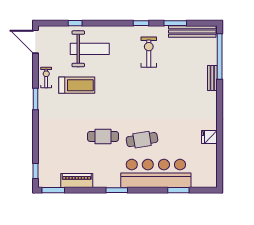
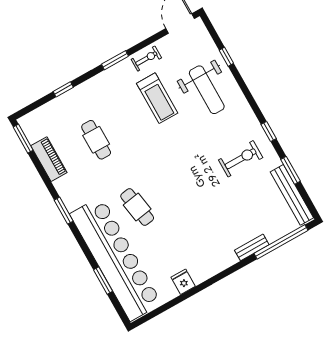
cafe table: (103, 136) -> (96, 140), moved
window: (35, 171) -> (63, 89), moved
bar counter: (156, 173) -> (116, 259), width x1.36

